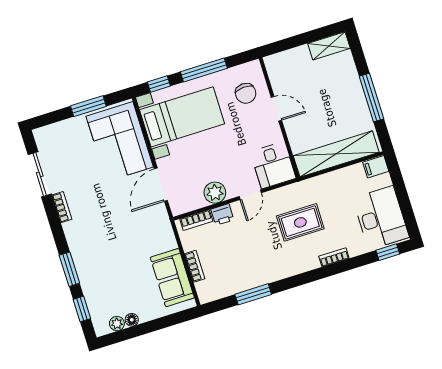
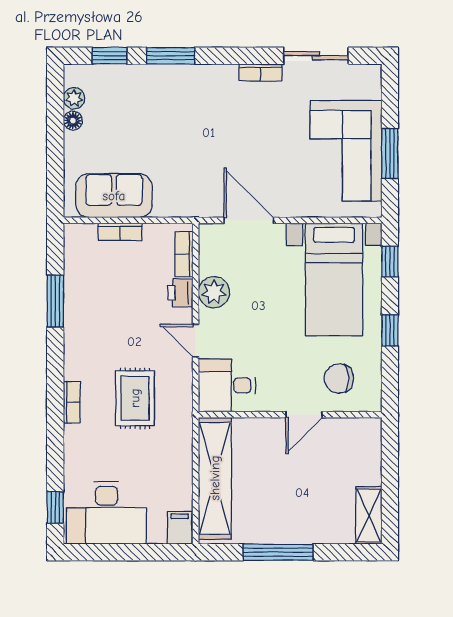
window: (204, 70) -> (390, 330), width x0.46
corner sofa: (120, 142) -> (346, 151), moved, turned -90
bookcase: (334, 257) -> (72, 402), moved

